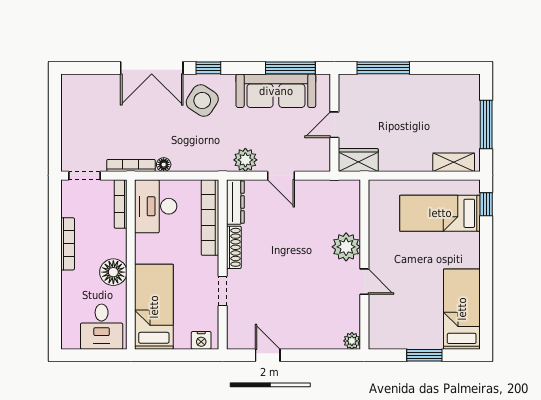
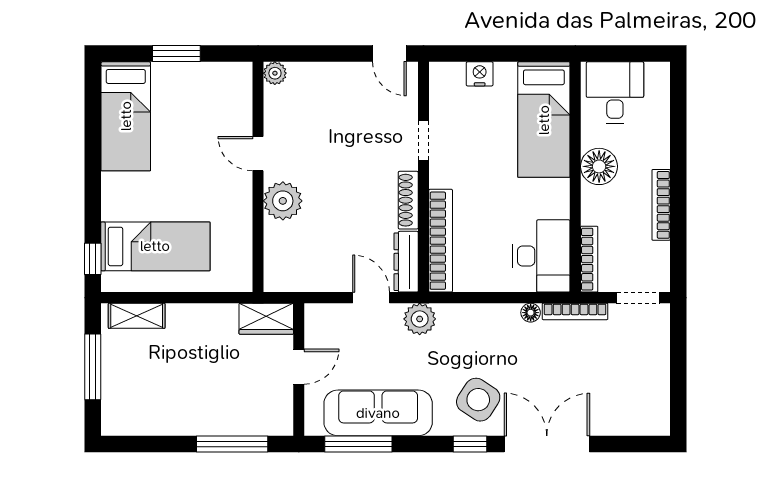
dresser: (235, 202) -> (406, 262), moved
bookcase: (210, 218) -> (441, 241), moved
shoe rack: (234, 247) -> (408, 200), moved
wall: (223, 264) -> (423, 177), moved
doorway: (223, 291) -> (423, 141), moved

